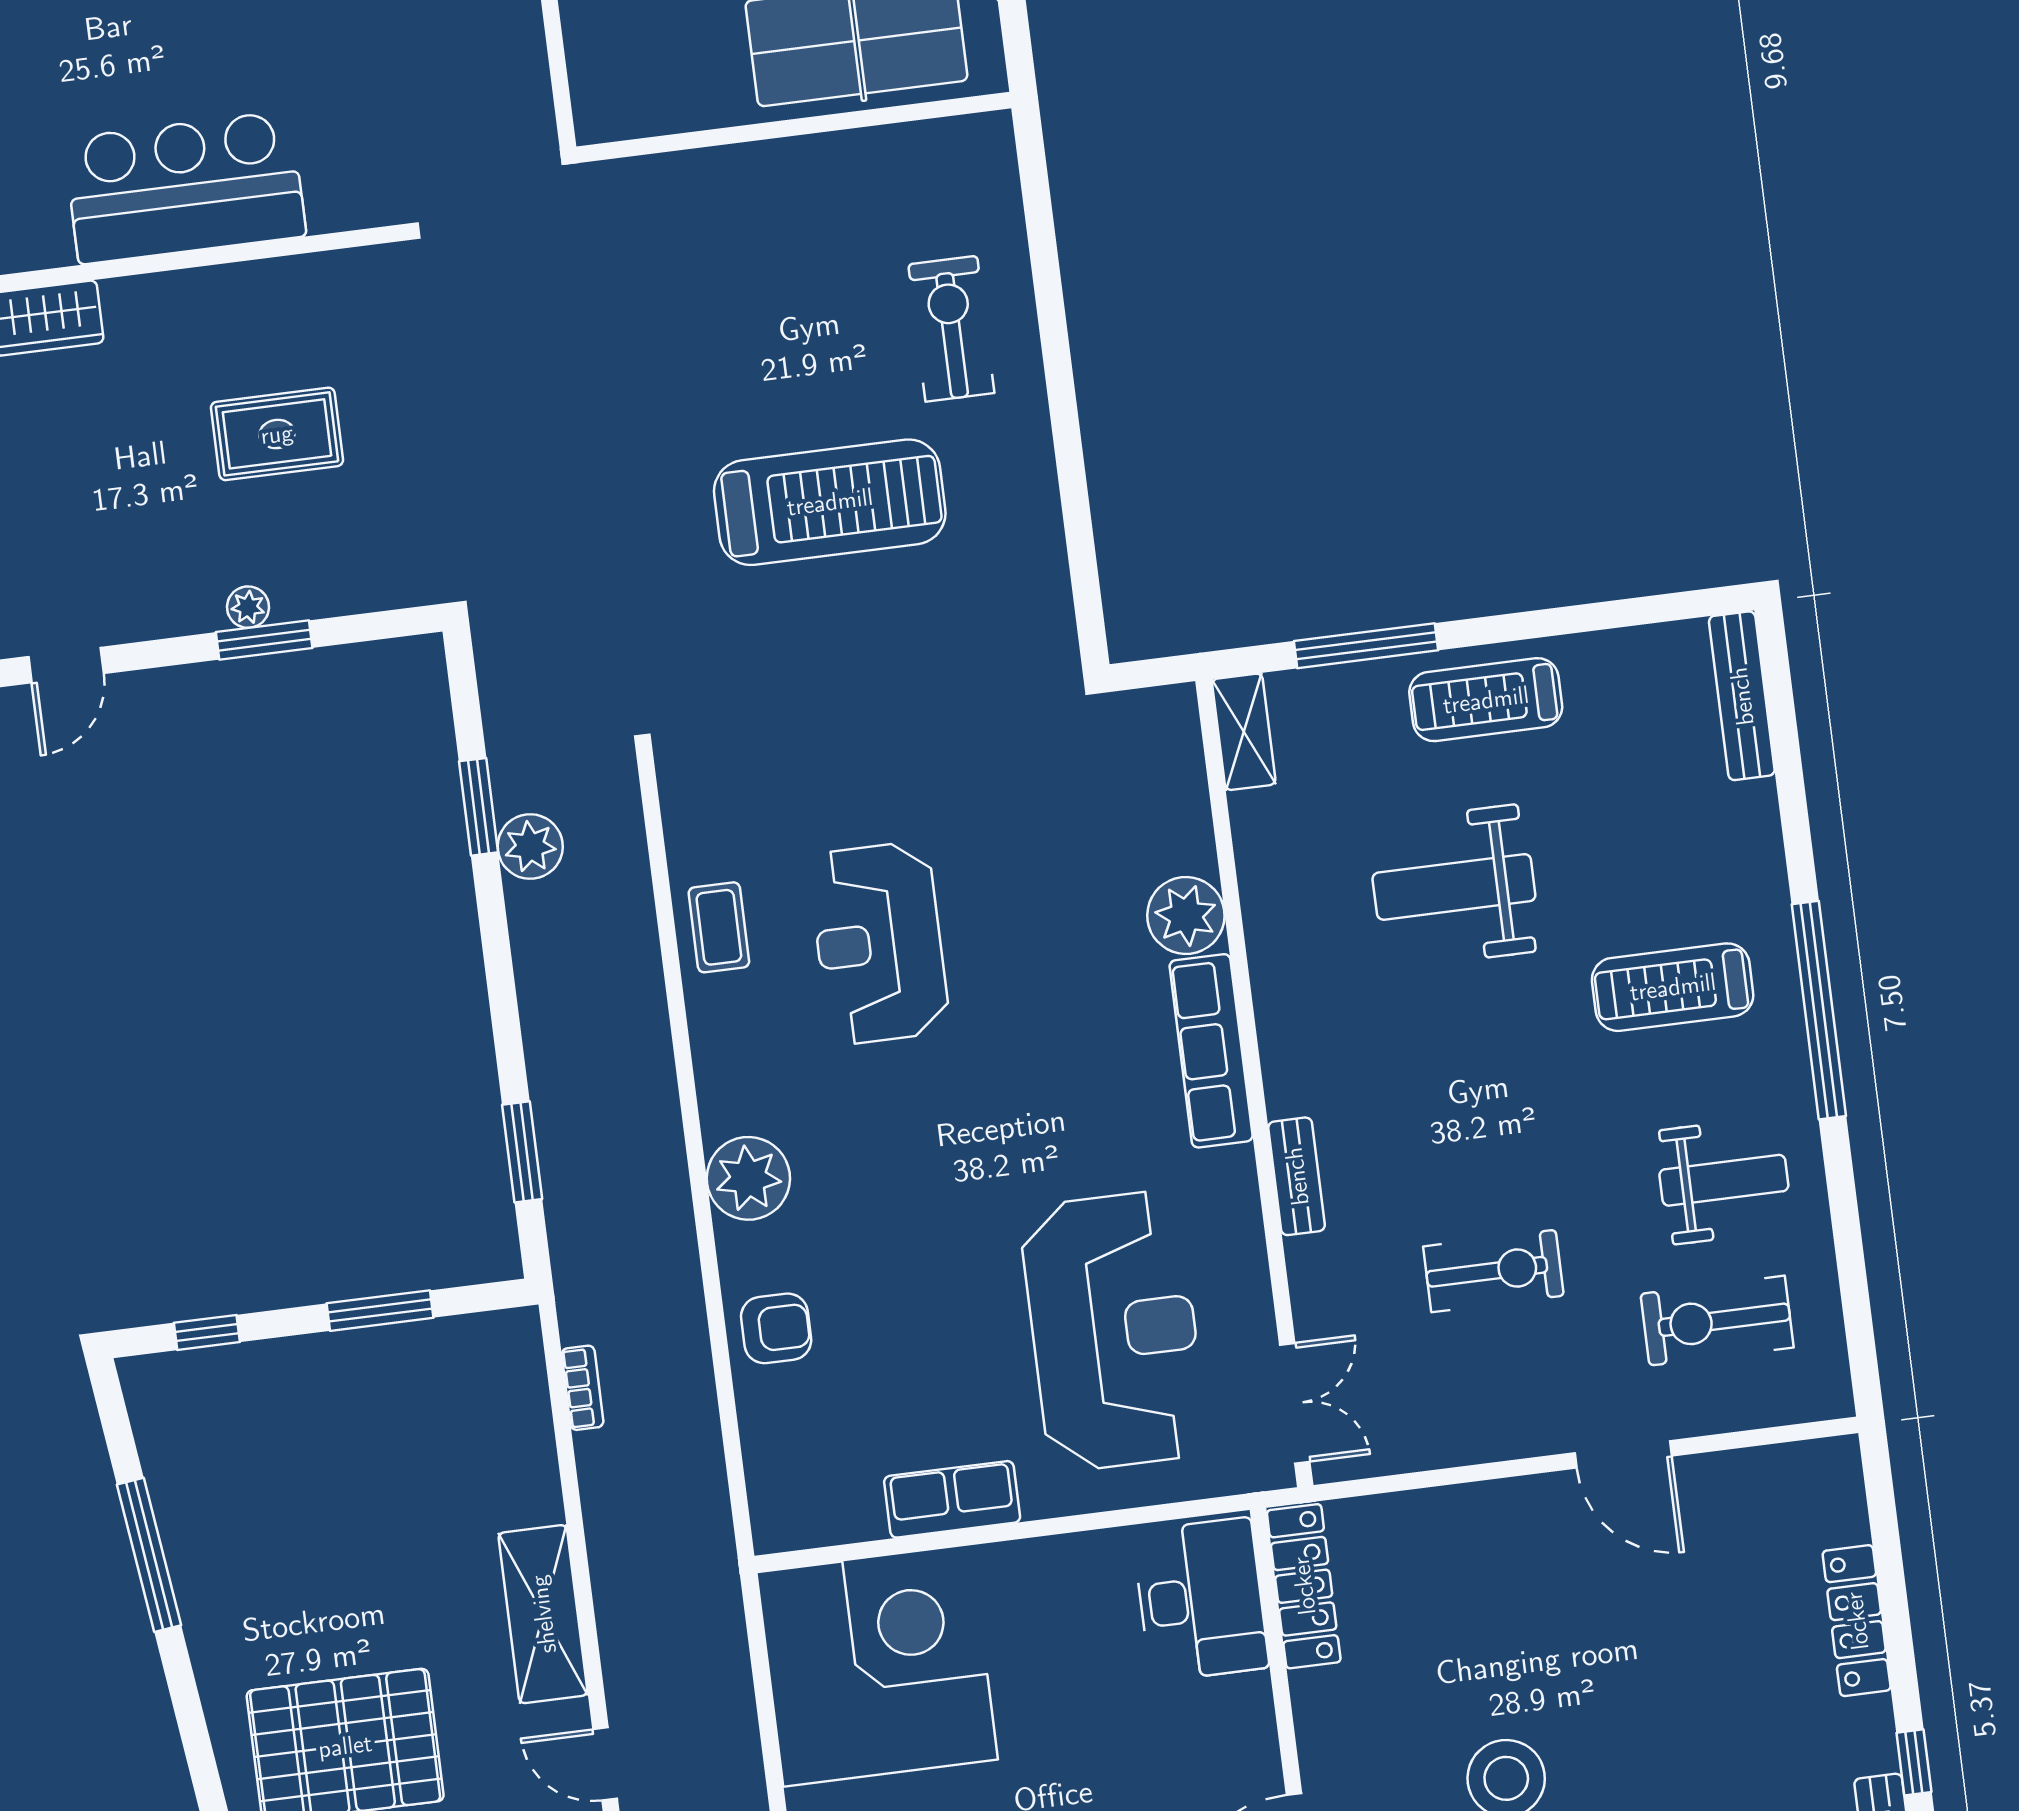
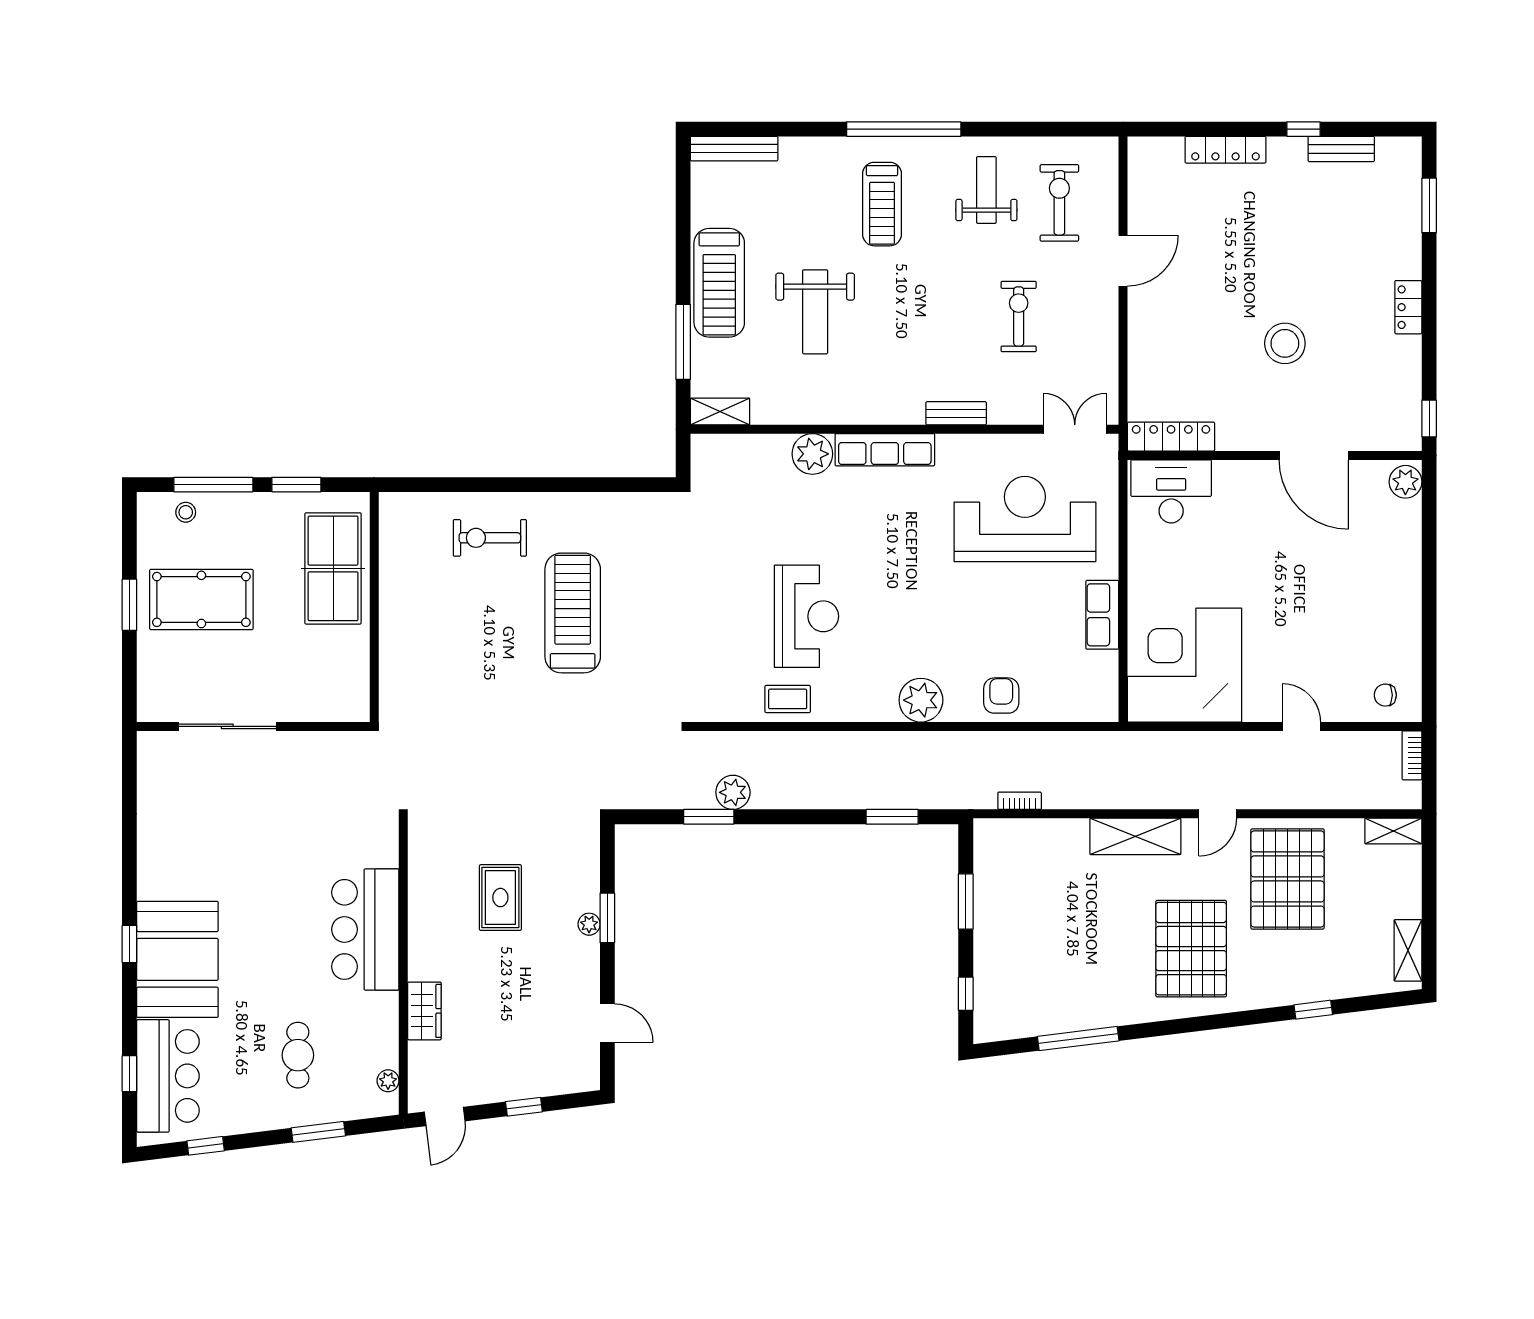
treadmill: (1486, 700) -> (719, 283), width x1.37, depth x1.38
reception desk: (879, 943) -> (807, 616), turned -90
exercise bike: (1717, 1321) -> (1059, 203), turned 180

